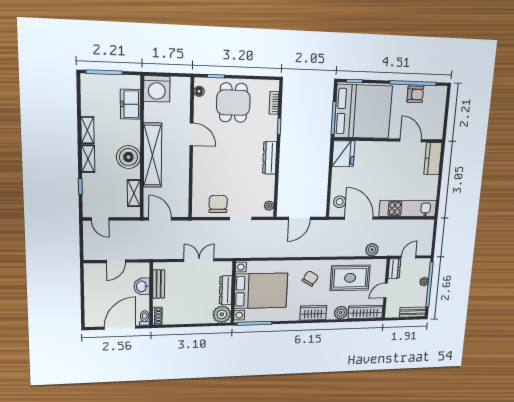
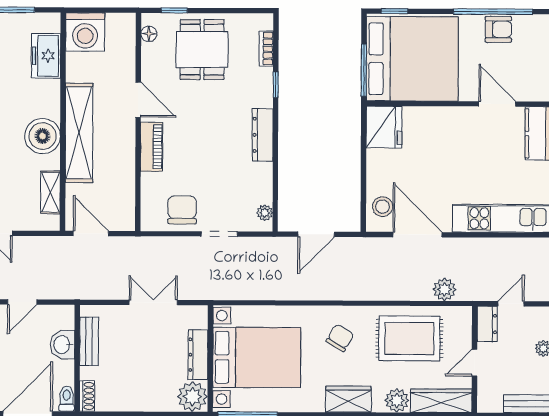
piano: (200, 165) -> (152, 147), added

